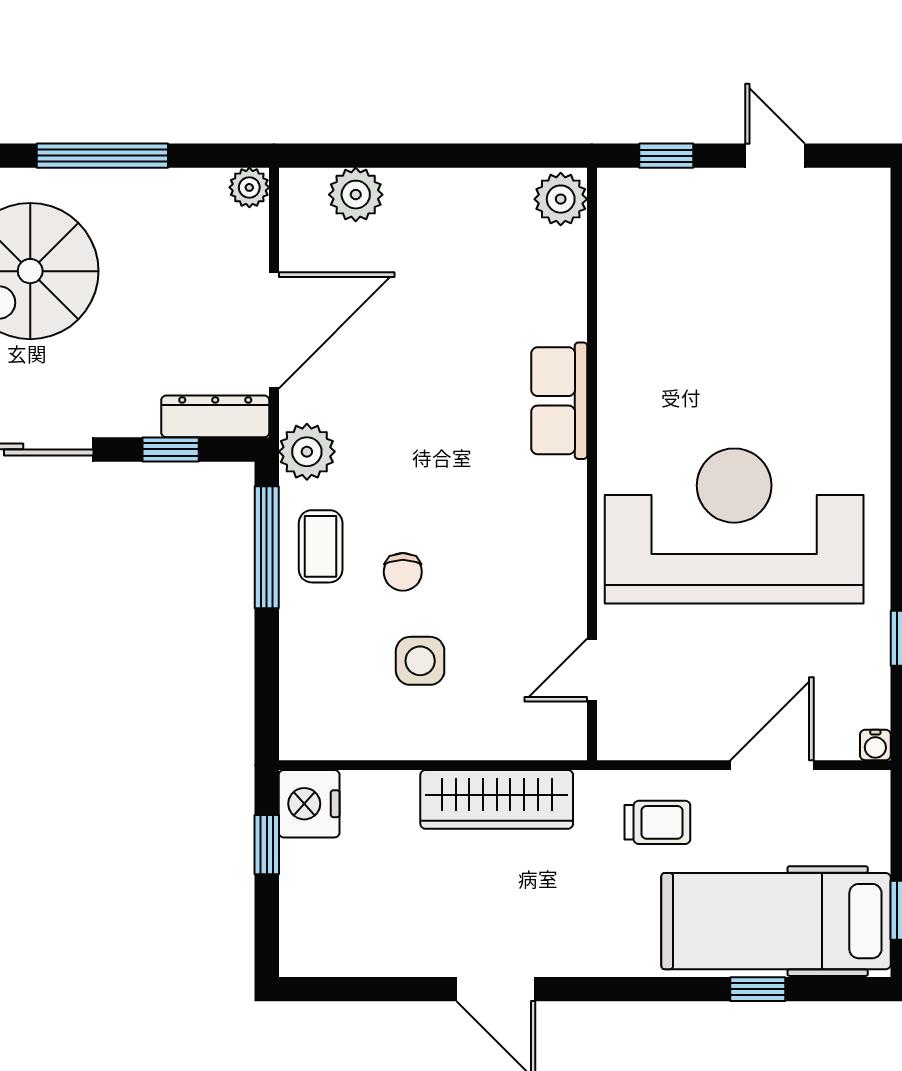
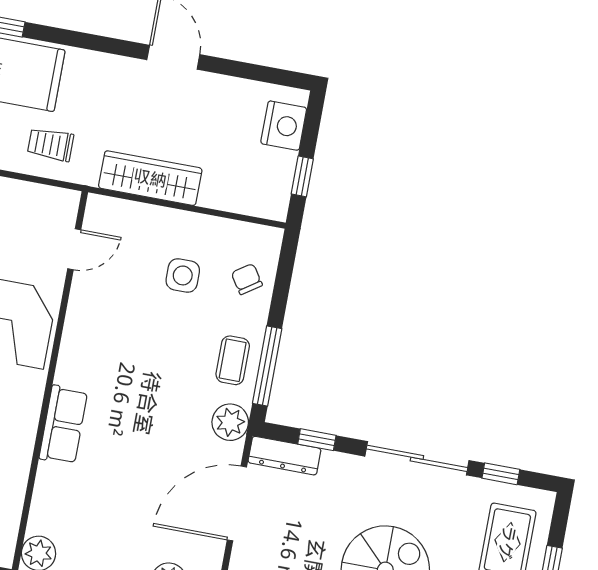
chair: (403, 572) -> (247, 279), moved, turned -34
nightstand: (309, 804) -> (284, 126), moved

